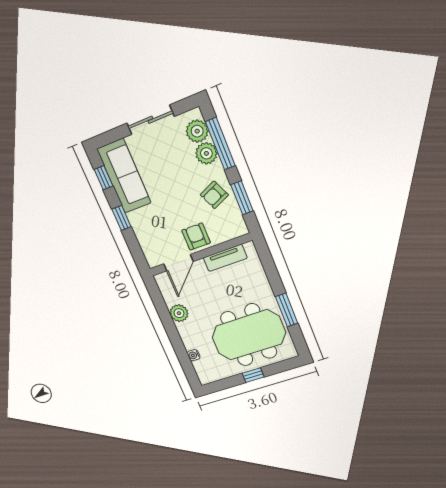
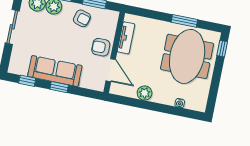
sofa: (124, 176) -> (55, 71), moved
armchair: (214, 195) -> (82, 18), turned -50
window: (253, 375) -> (222, 49), moved

